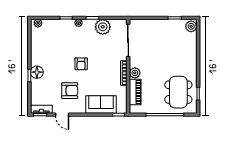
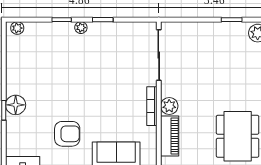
plant: (103, 27) -> (119, 34), removed
armchair: (81, 64) -> (85, 92), removed

